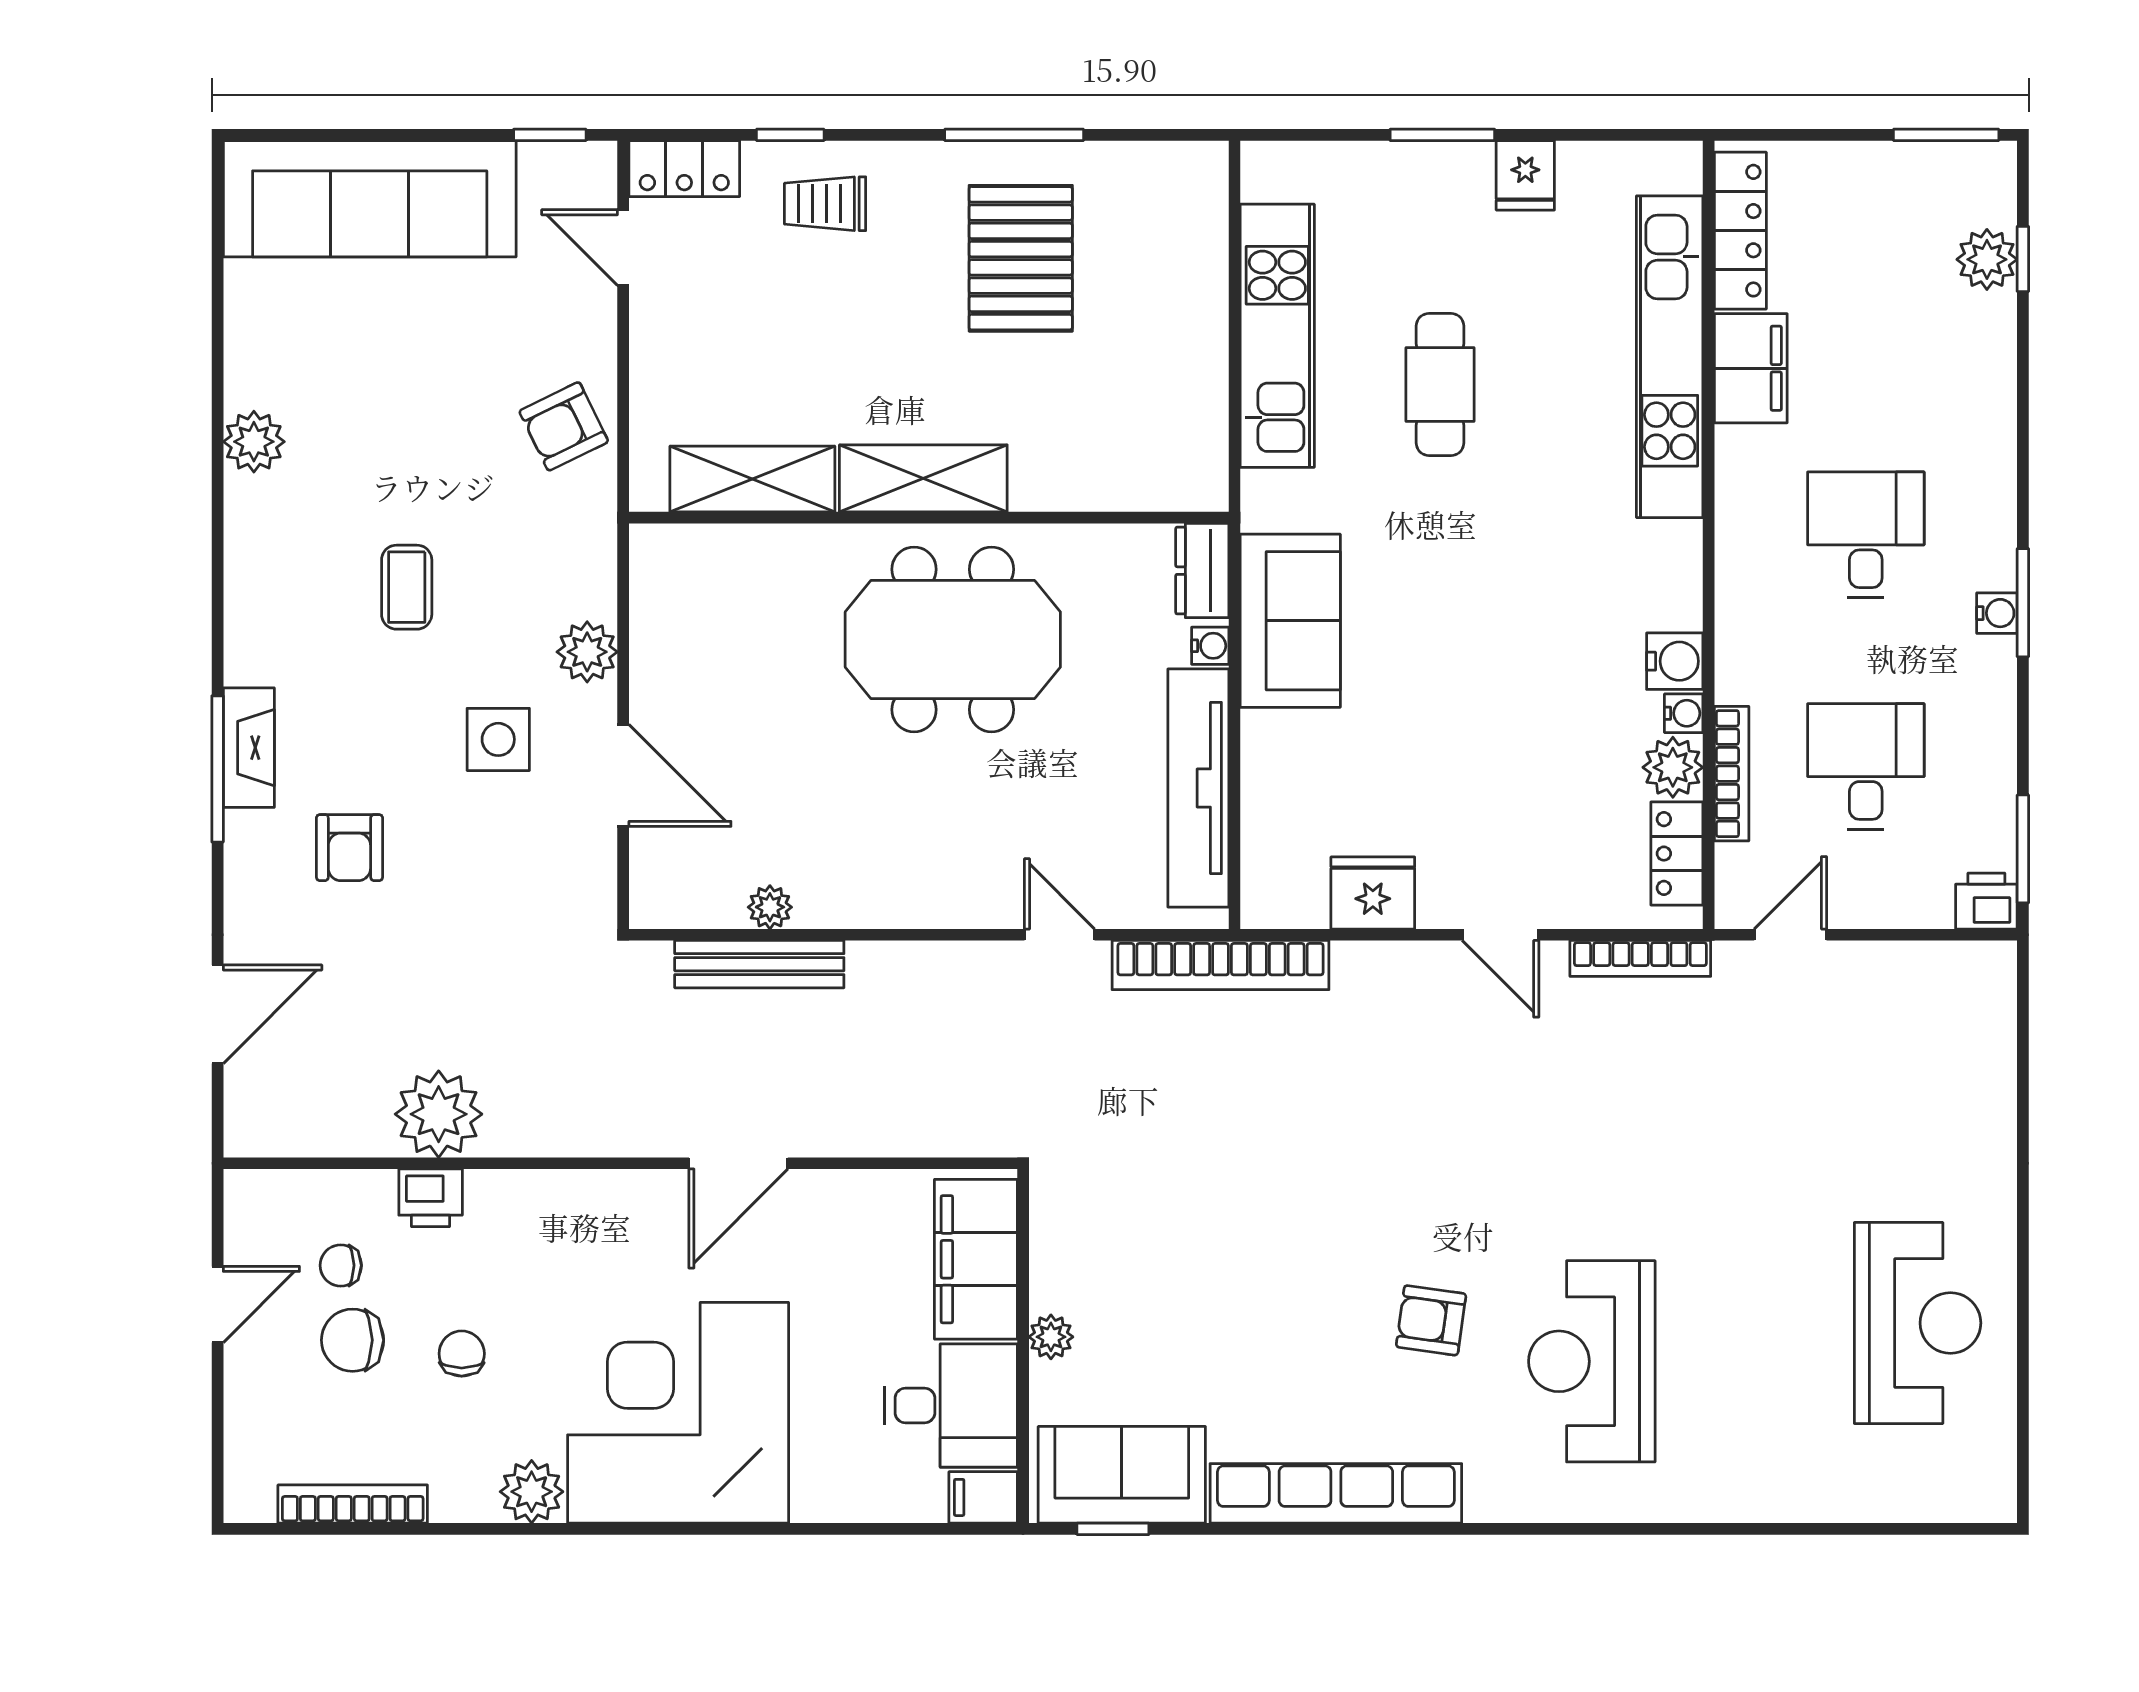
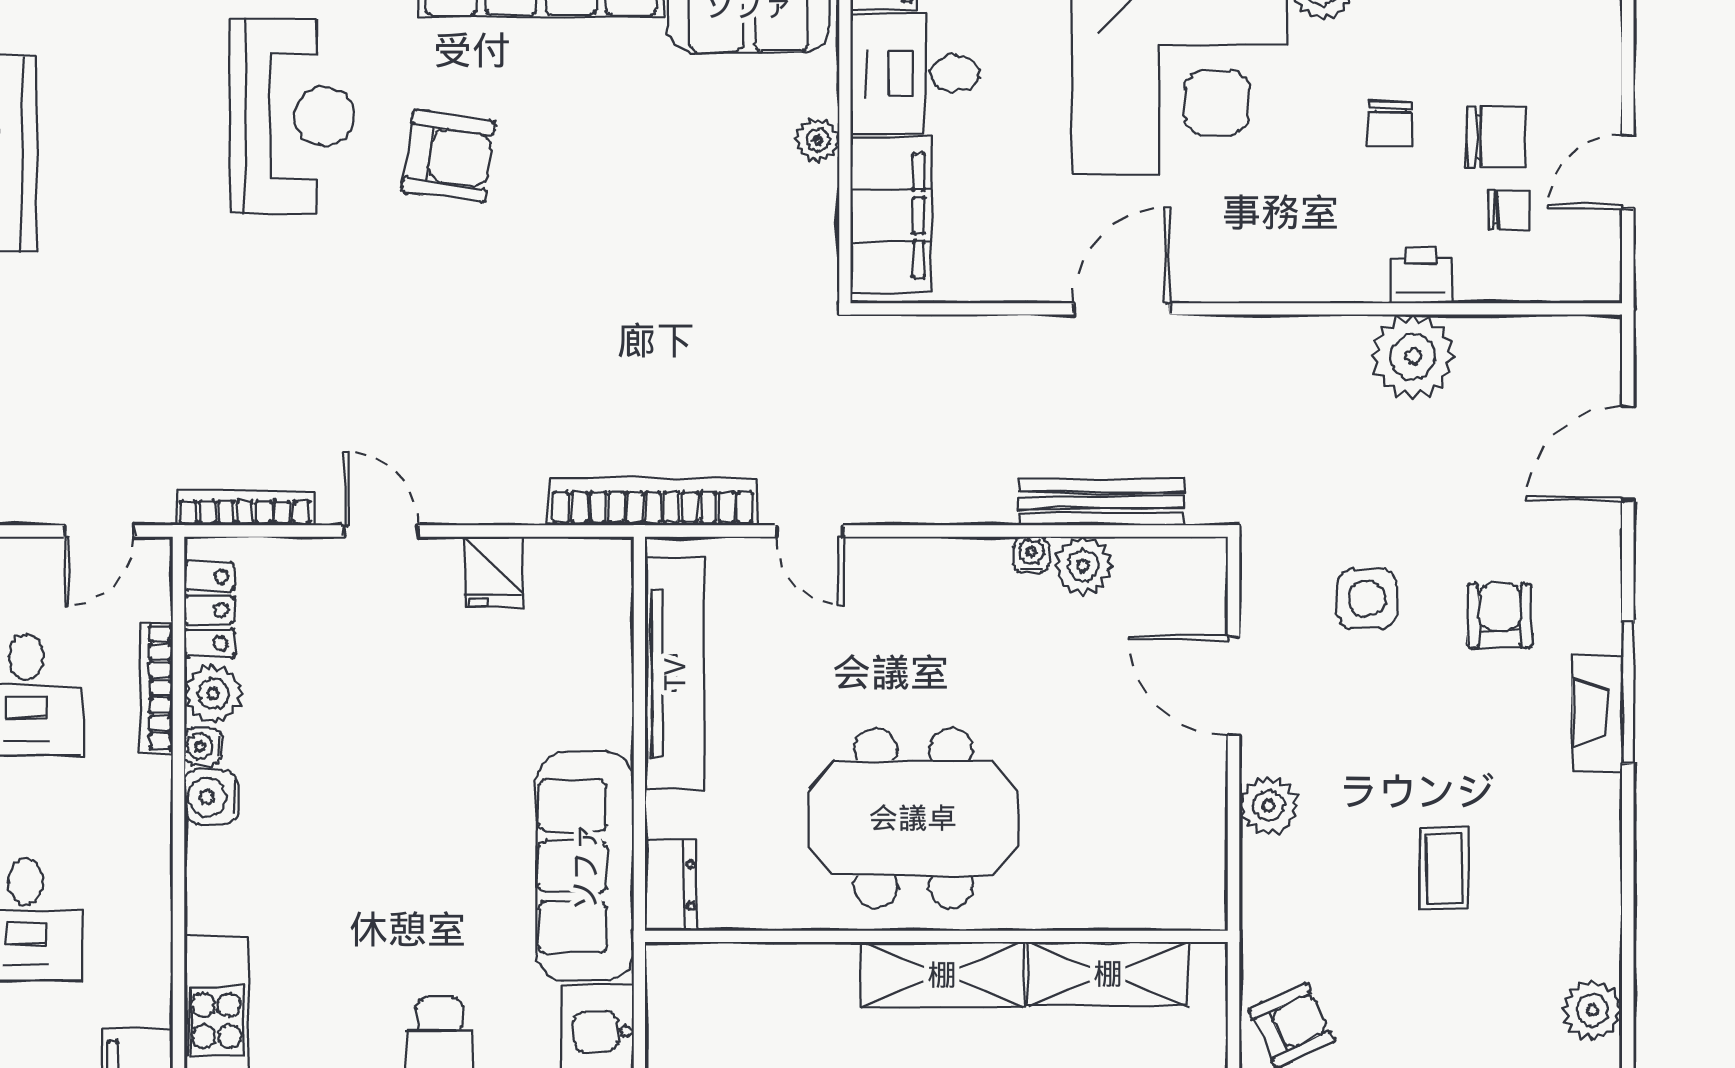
sofa: (1290, 621) -> (585, 866), width x1.36
water cooler: (1210, 646) -> (1031, 555), moved, turned 90
side table: (498, 739) -> (1367, 599), moved
fridge: (1373, 893) -> (494, 572), width x0.72
plant: (770, 907) -> (1083, 566), width x1.38, depth x1.38
armchair: (1431, 1320) -> (448, 156), width x1.38, depth x1.38

